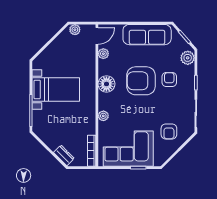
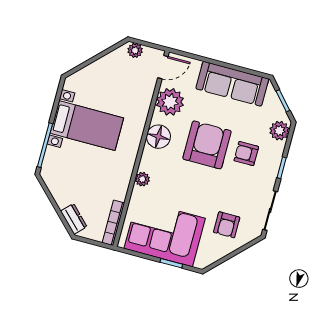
plant: (103, 54) -> (170, 102), width x1.88, depth x1.88
armchair: (169, 80) -> (246, 154), turned -90
armchair: (141, 81) -> (207, 145), turned 90

